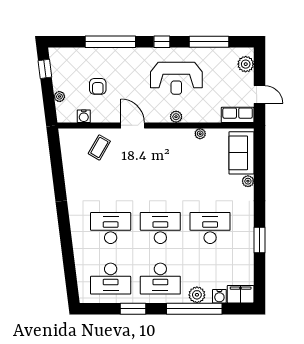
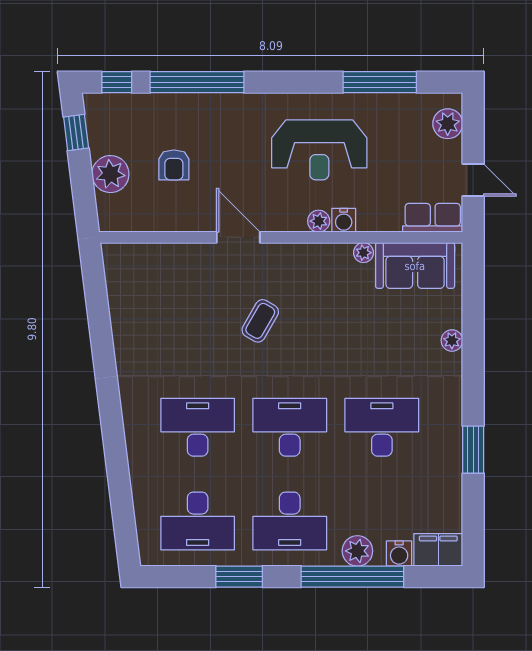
window: (162, 42) -> (117, 82), moved
plant: (59, 96) -> (110, 174), width x1.88, depth x1.88
water cooler: (84, 116) -> (344, 220), moved
coffee table: (99, 147) -> (260, 321), moved
sofa: (241, 153) -> (415, 266), moved, turned -90

